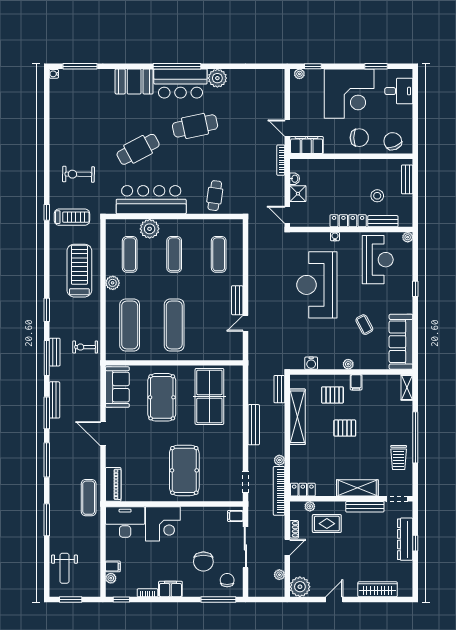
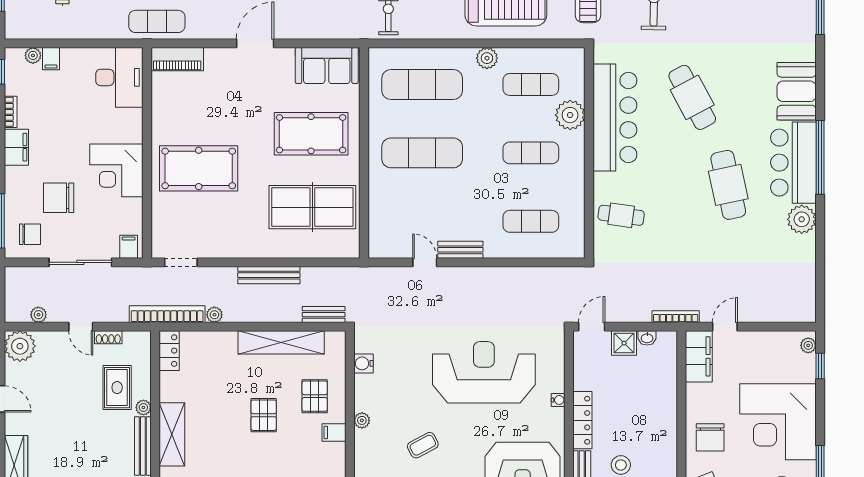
plant: (310, 506) -> (143, 407), moved
corner desk: (163, 524) -> (116, 170), moved

